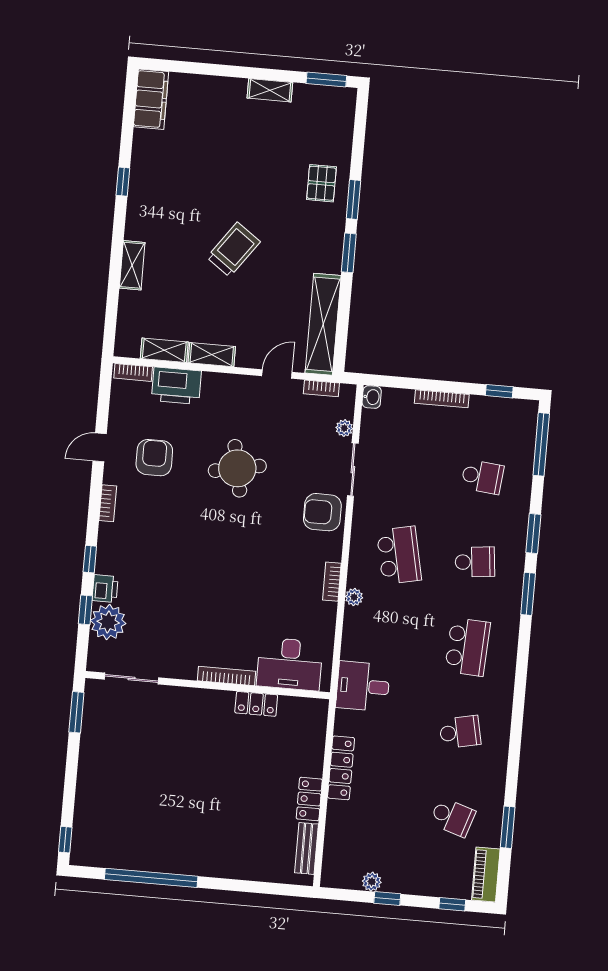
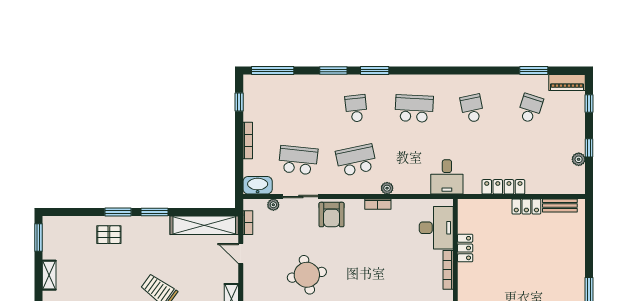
washbasin: (372, 397) -> (258, 185), width x1.91, depth x1.45
school desk: (482, 477) -> (298, 160), moved, width x1.85

